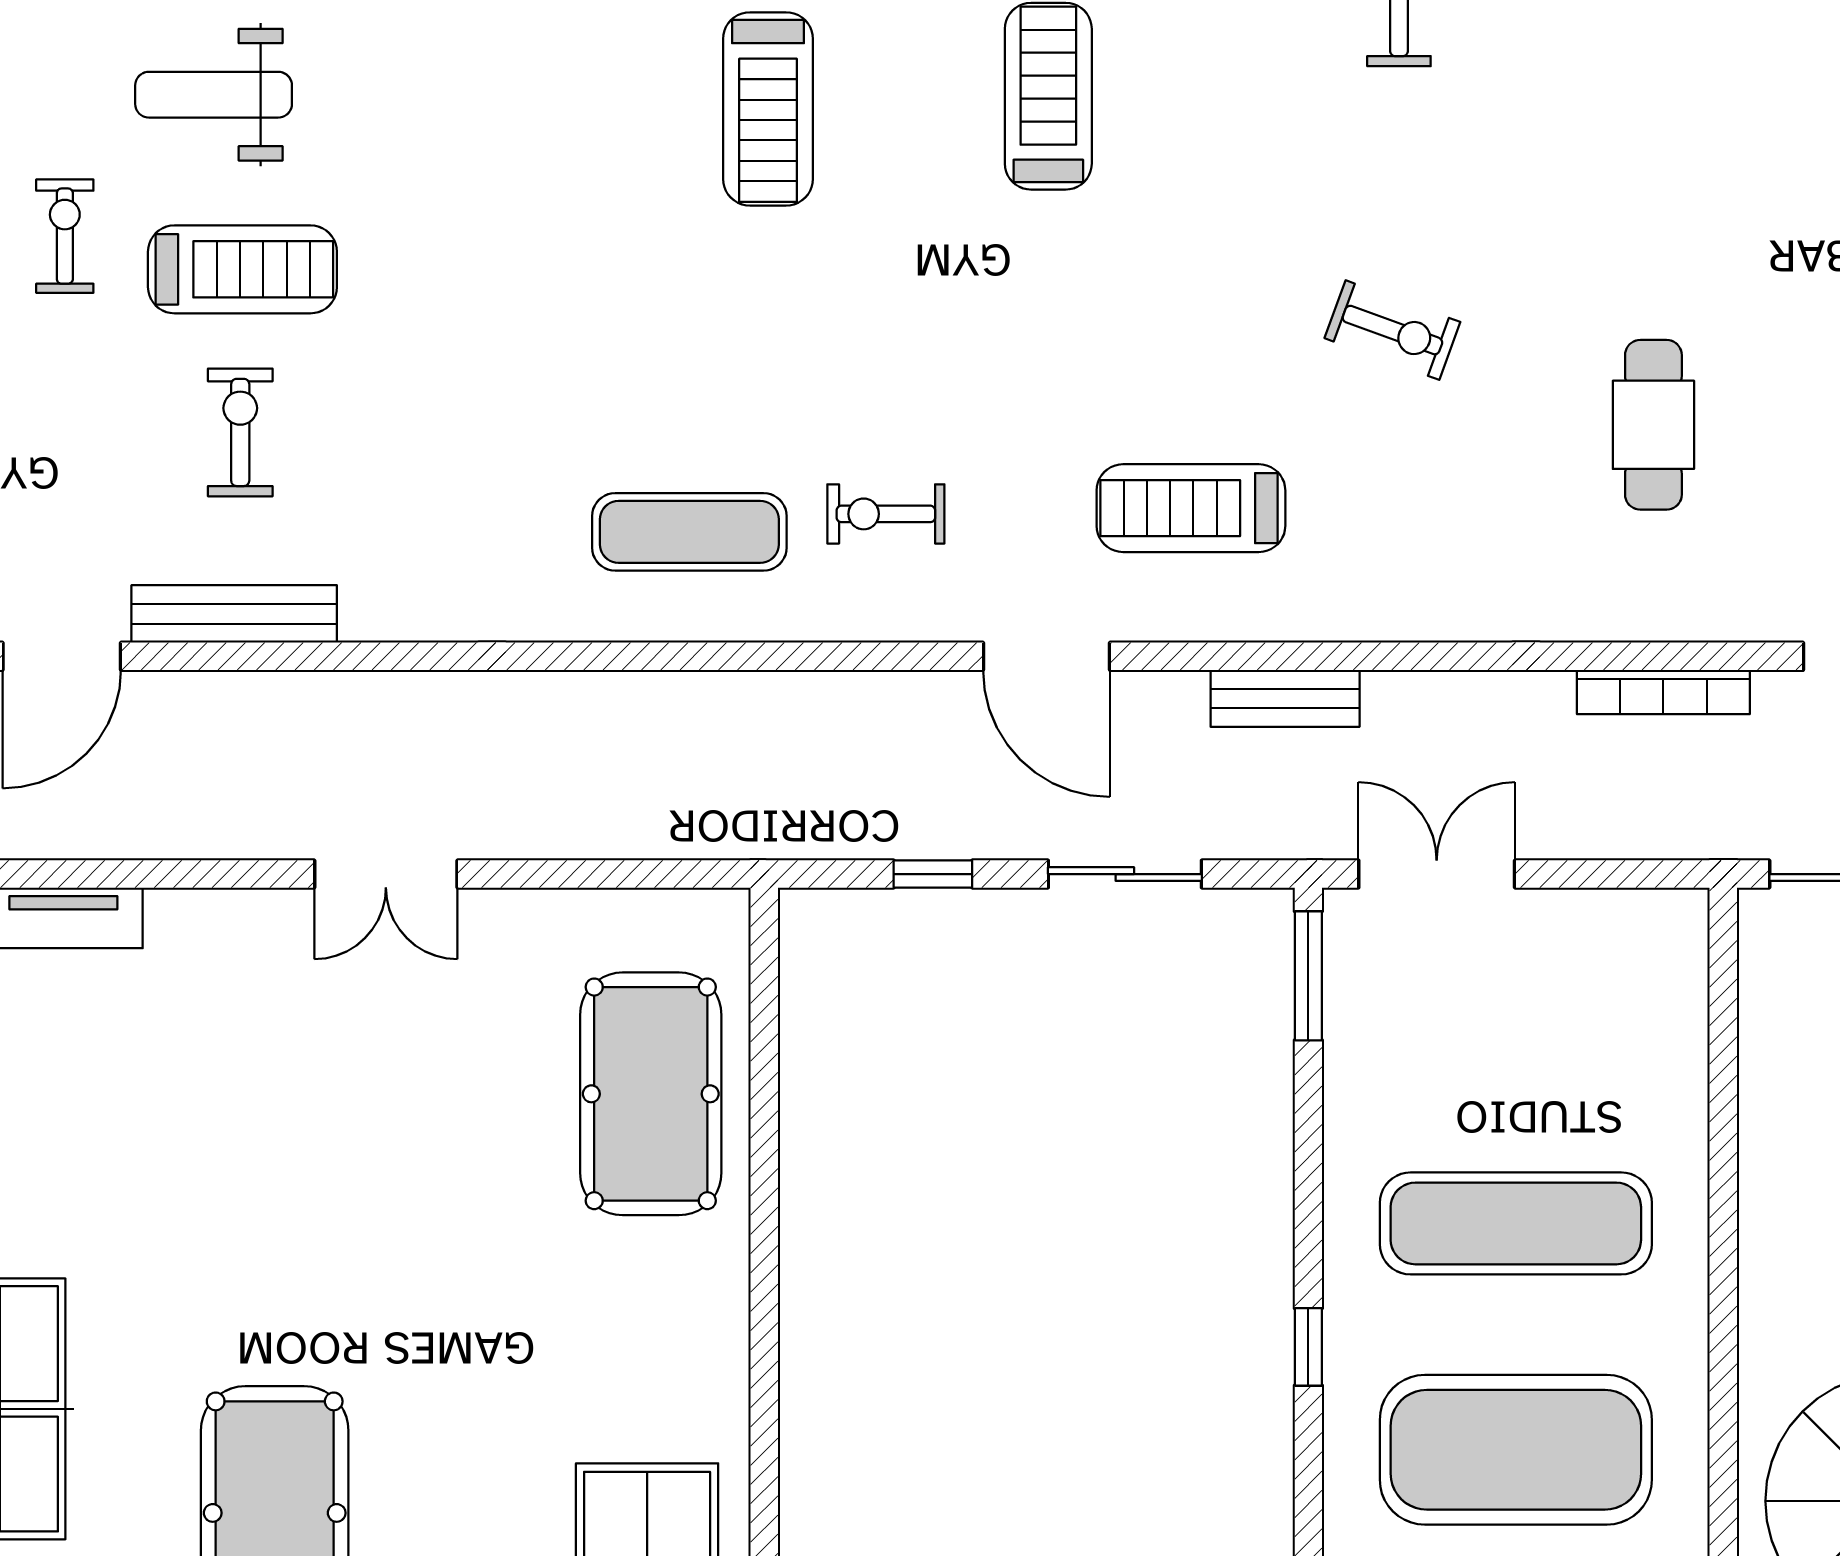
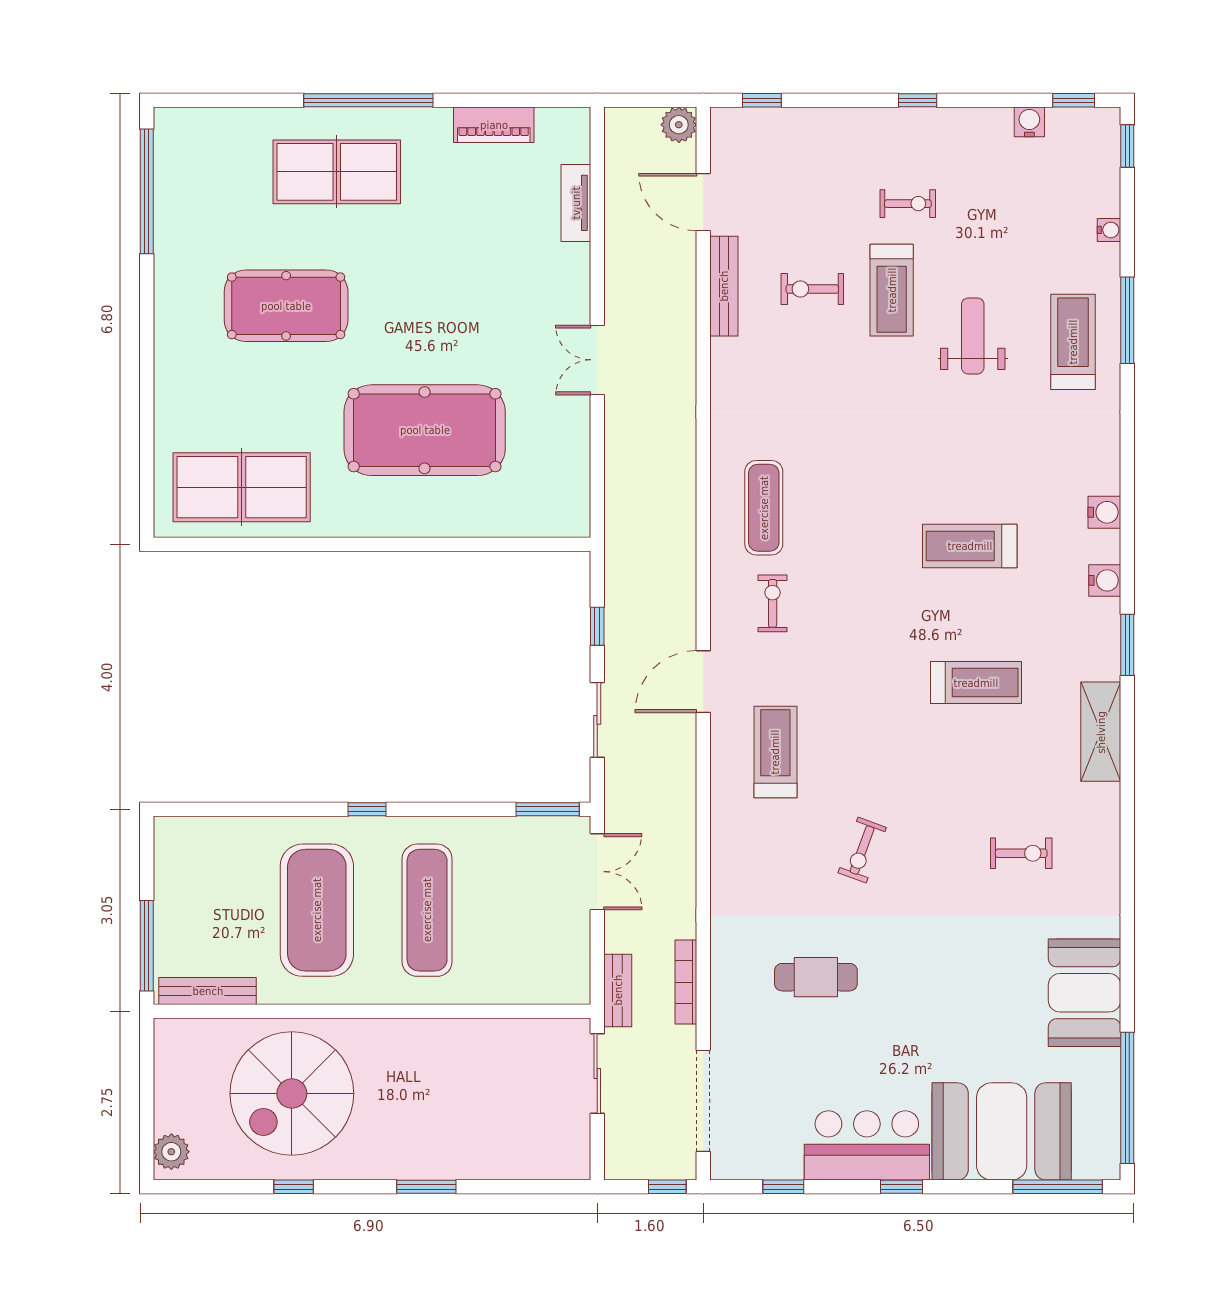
weight bench: (214, 95) -> (973, 336), moved
exercise bike: (240, 432) -> (812, 289), turned 180
bench: (1285, 698) -> (618, 990), moved
pool table: (651, 1094) -> (425, 430), moved, width x1.36, depth x1.32

